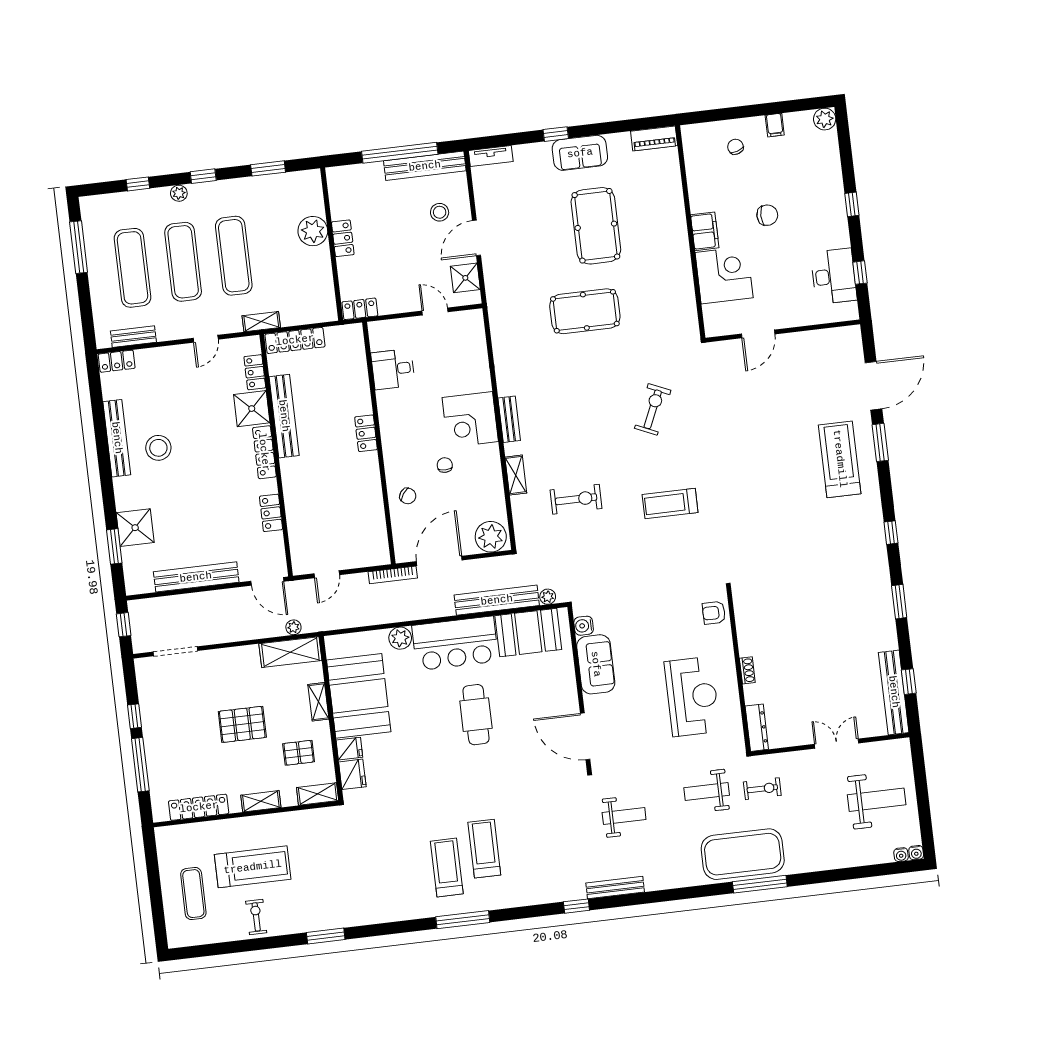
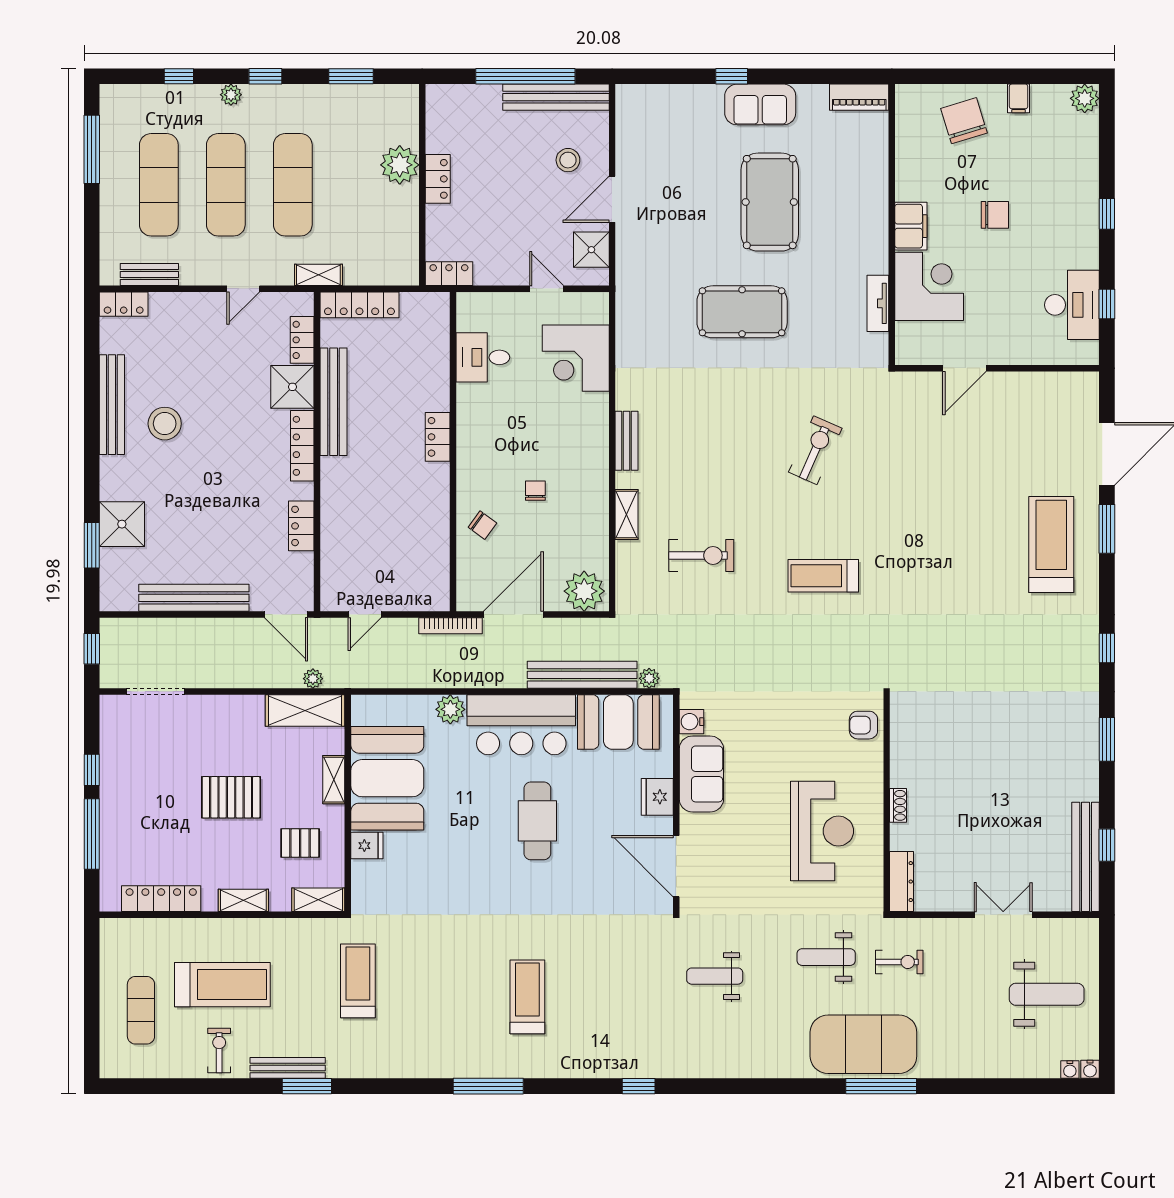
chair: (735, 147) -> (964, 121), width x1.87, depth x1.87
tv unit: (491, 156) -> (878, 303), moved, turned 90
corner desk: (470, 420) -> (576, 358), moved
fridge: (352, 774) -> (657, 797), moved, turned 180
weight bench: (624, 816) -> (715, 976), turned 180
treadmill: (447, 868) -> (358, 981), moved
bench: (615, 888) -> (288, 1068), moved

